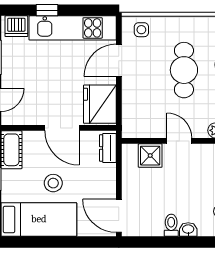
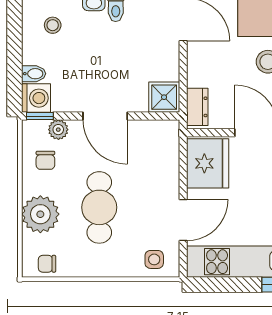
door: (179, 141) -> (105, 116), width x1.38
shower: (150, 156) -> (164, 97), moved

